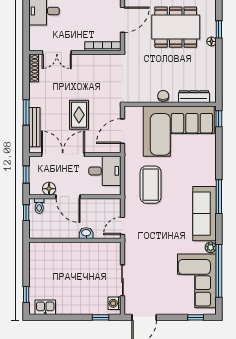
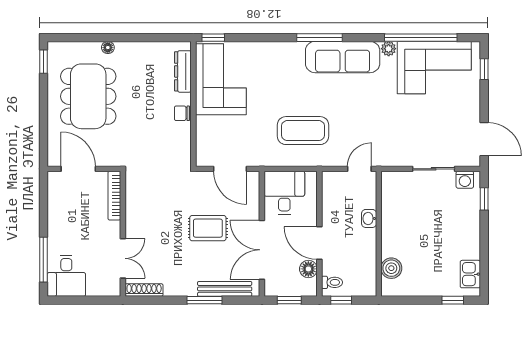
window: (219, 29) -> (91, 38), removed
corner sofa: (179, 131) -> (221, 79), width x0.73, depth x0.74
door: (68, 197) -> (319, 243), swing flipped
door: (122, 226) -> (359, 169), swing flipped
boiler: (50, 249) -> (391, 268), added

